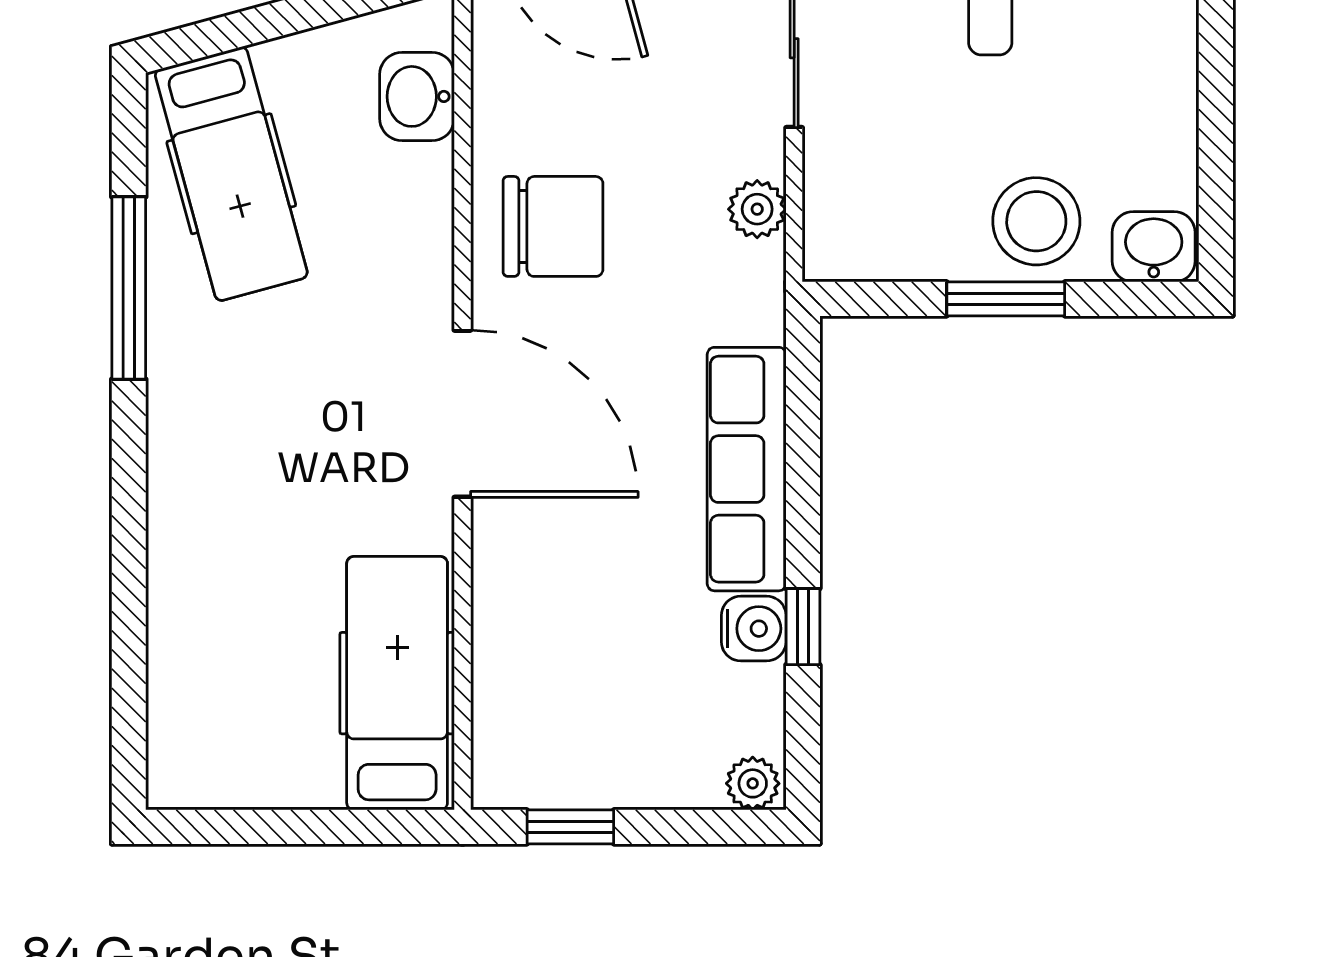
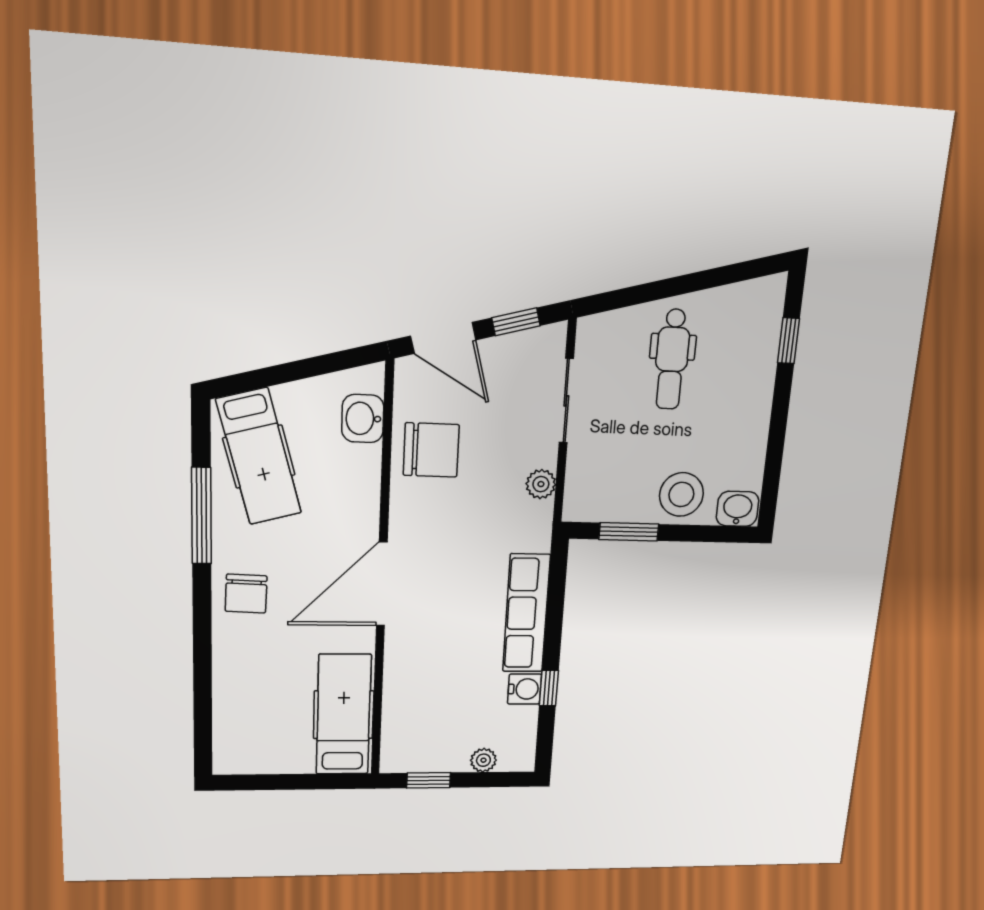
chair: (553, 226) -> (431, 450), moved
window: (1006, 299) -> (629, 532), moved
door: (462, 414) -> (382, 584), swing flipped
chair: (209, 437) -> (246, 594), added
plant: (753, 783) -> (483, 760), moved

